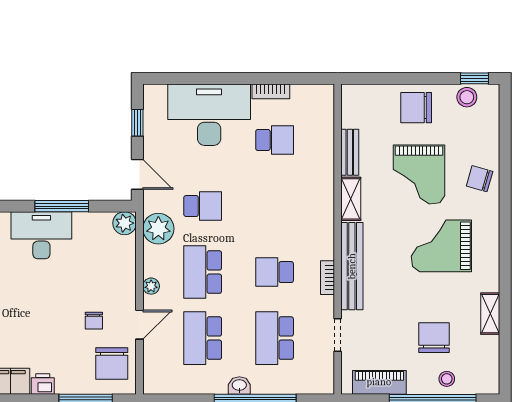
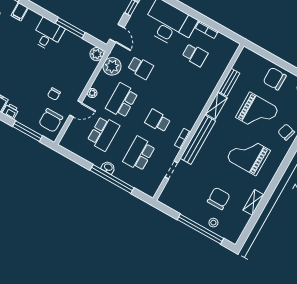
grand piano: (419, 174) -> (257, 113), turned -90
desk: (41, 235) -> (48, 34), width x0.73
school desk: (203, 338) -> (103, 133), turned 180
piano: (379, 382) -> (179, 205), removed

